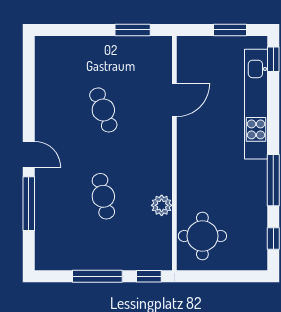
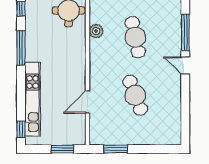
window: (230, 30) -> (62, 149), moved
cafe table: (103, 110) -> (135, 95), width x1.37, depth x1.35
cafe table: (103, 196) -> (135, 37), width x1.37, depth x1.35

